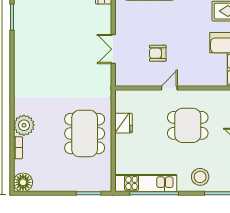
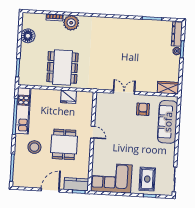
armchair: (158, 53) -> (143, 109), moved
dining table: (85, 134) -> (62, 67), turned 90
stool: (200, 177) -> (34, 147), moved
floor lamp: (23, 182) -> (28, 36), moved

